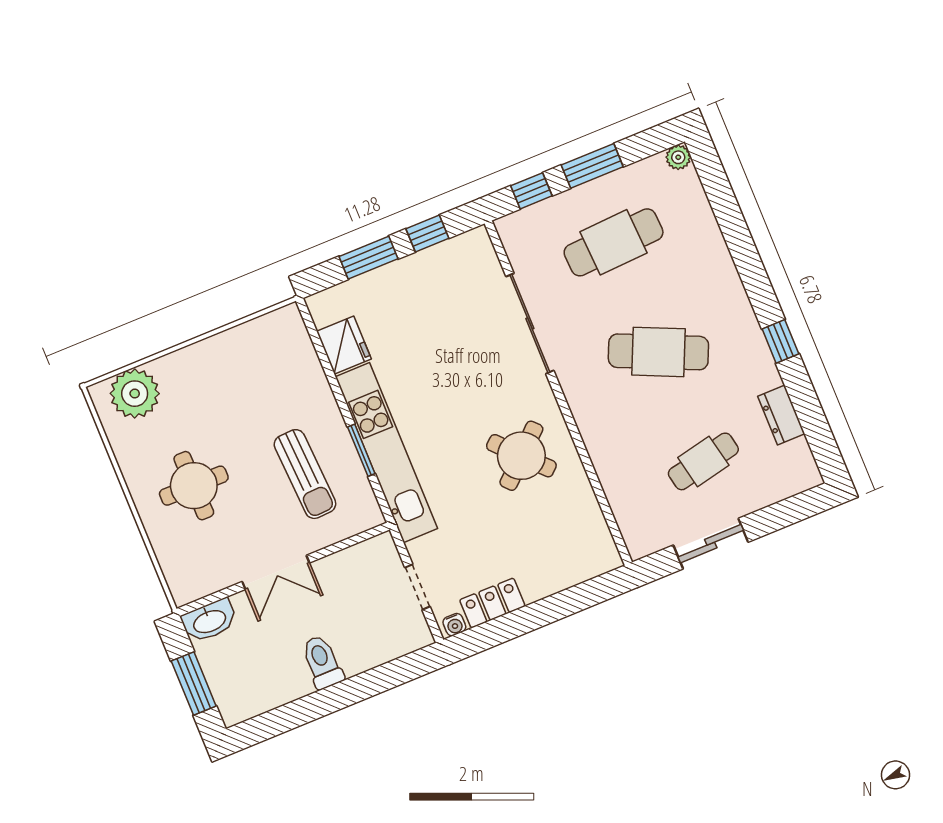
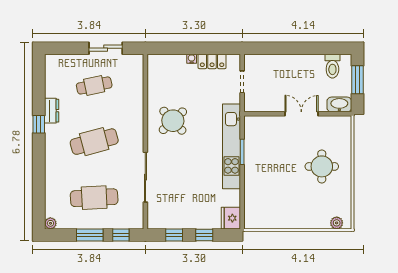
window: (369, 258) -> (204, 235), width x0.67
fridge: (344, 345) -> (231, 218), moved
cafe table: (658, 352) -> (94, 142), turned -39
plant: (135, 394) -> (337, 223), width x0.53, depth x0.53
dresser: (781, 415) -> (52, 111), moved
sun lounger: (305, 474) -> (271, 152), removed
water cooler: (454, 625) -> (192, 59), moved
toilet: (322, 662) -> (332, 66), moved

